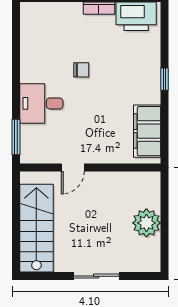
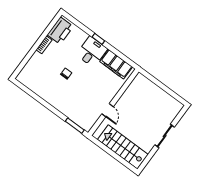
desk: (41, 103) -> (92, 52), moved, turned 180
plant: (146, 223) -> (157, 95), removed

